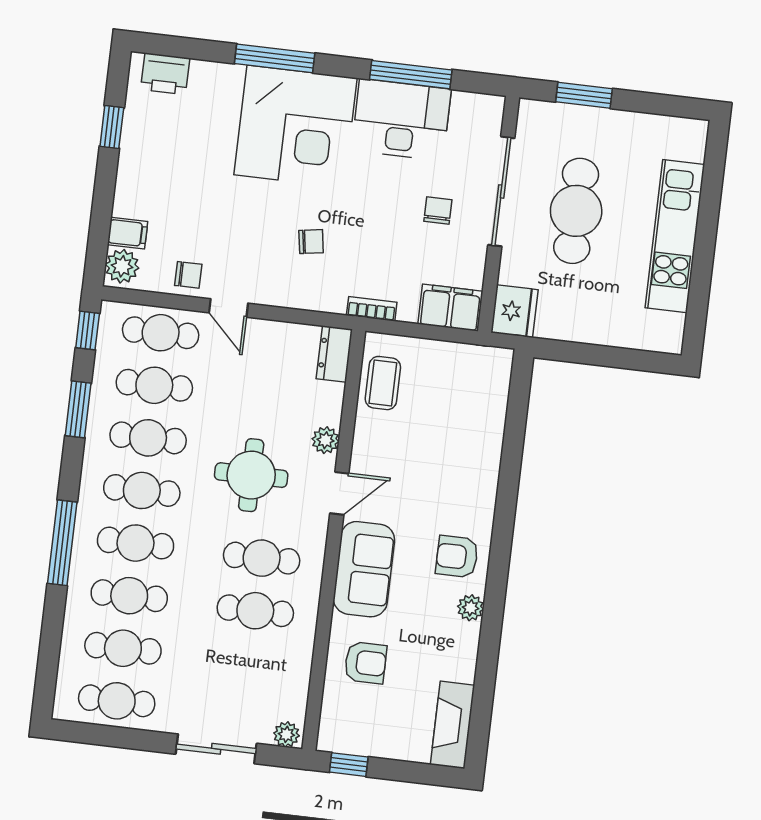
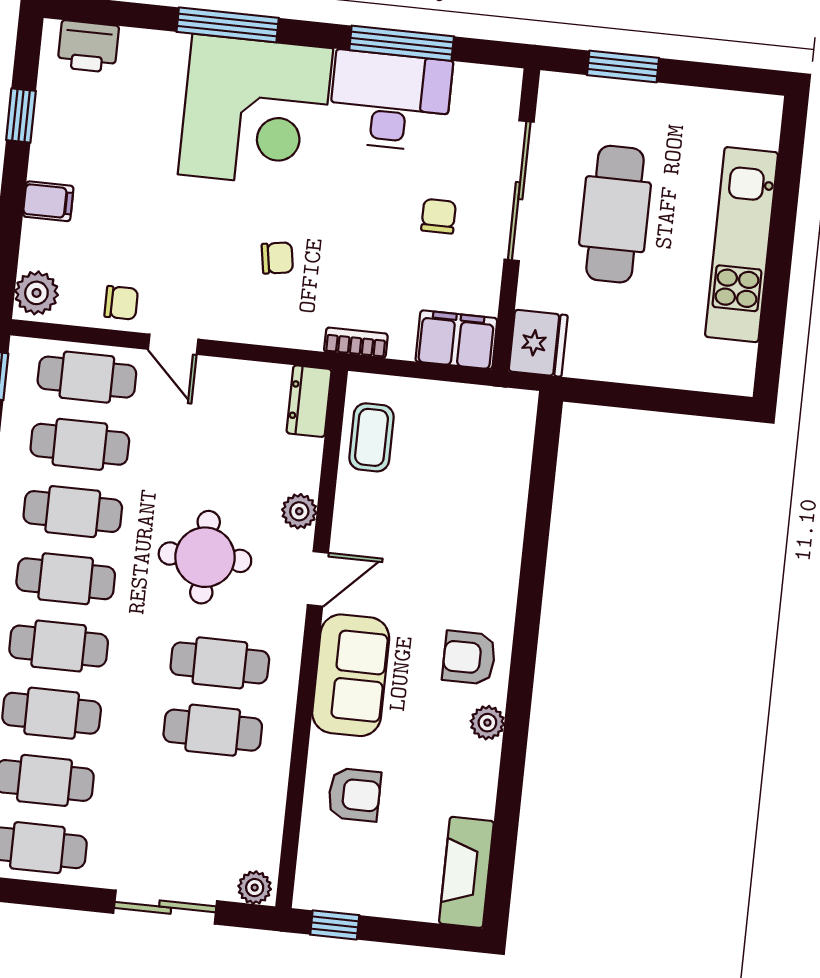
filing cabinet: (128, 233) -> (48, 201), moved

